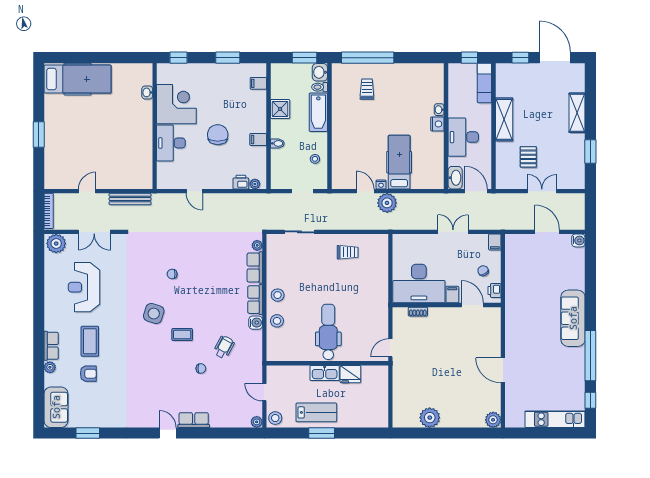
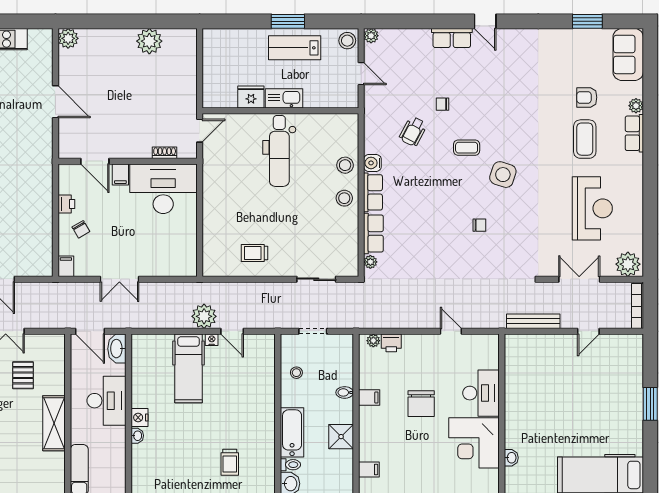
desk: (419, 284) -> (163, 189), moved
filing cabinet: (452, 295) -> (120, 174), moved
wall: (447, 305) -> (128, 161), moved
door: (472, 305) -> (95, 161), moved
shoe rack: (418, 312) -> (165, 153), moved

